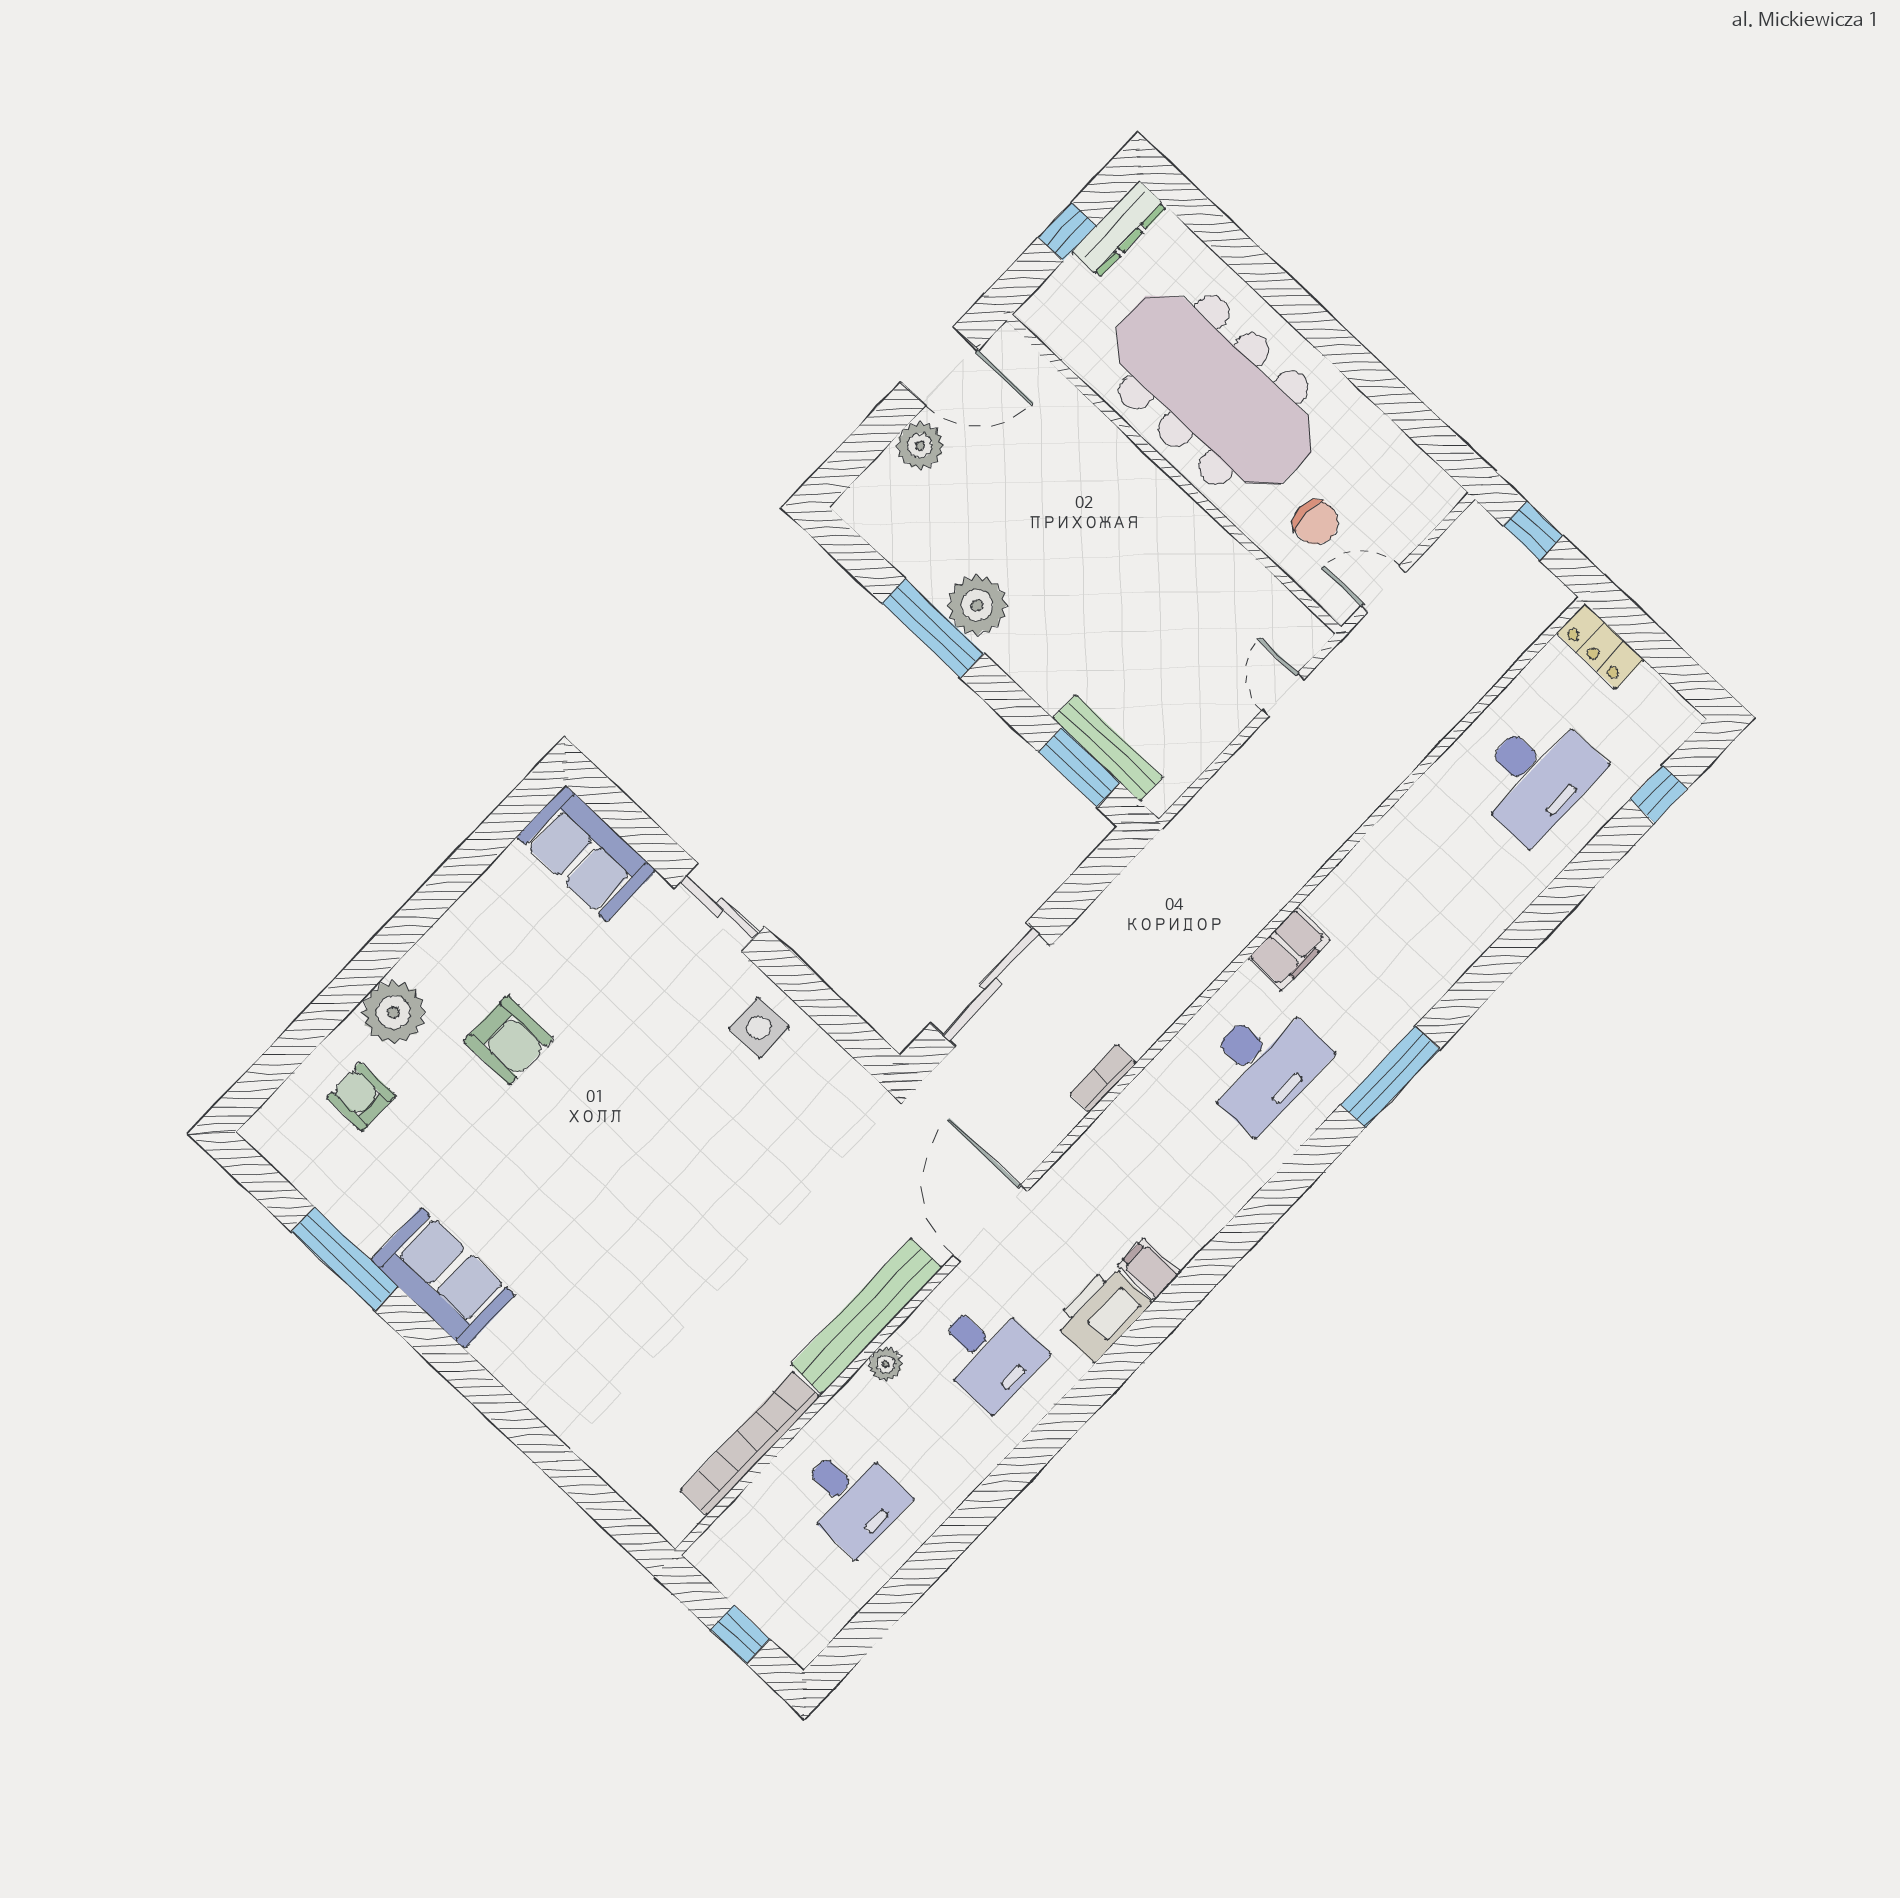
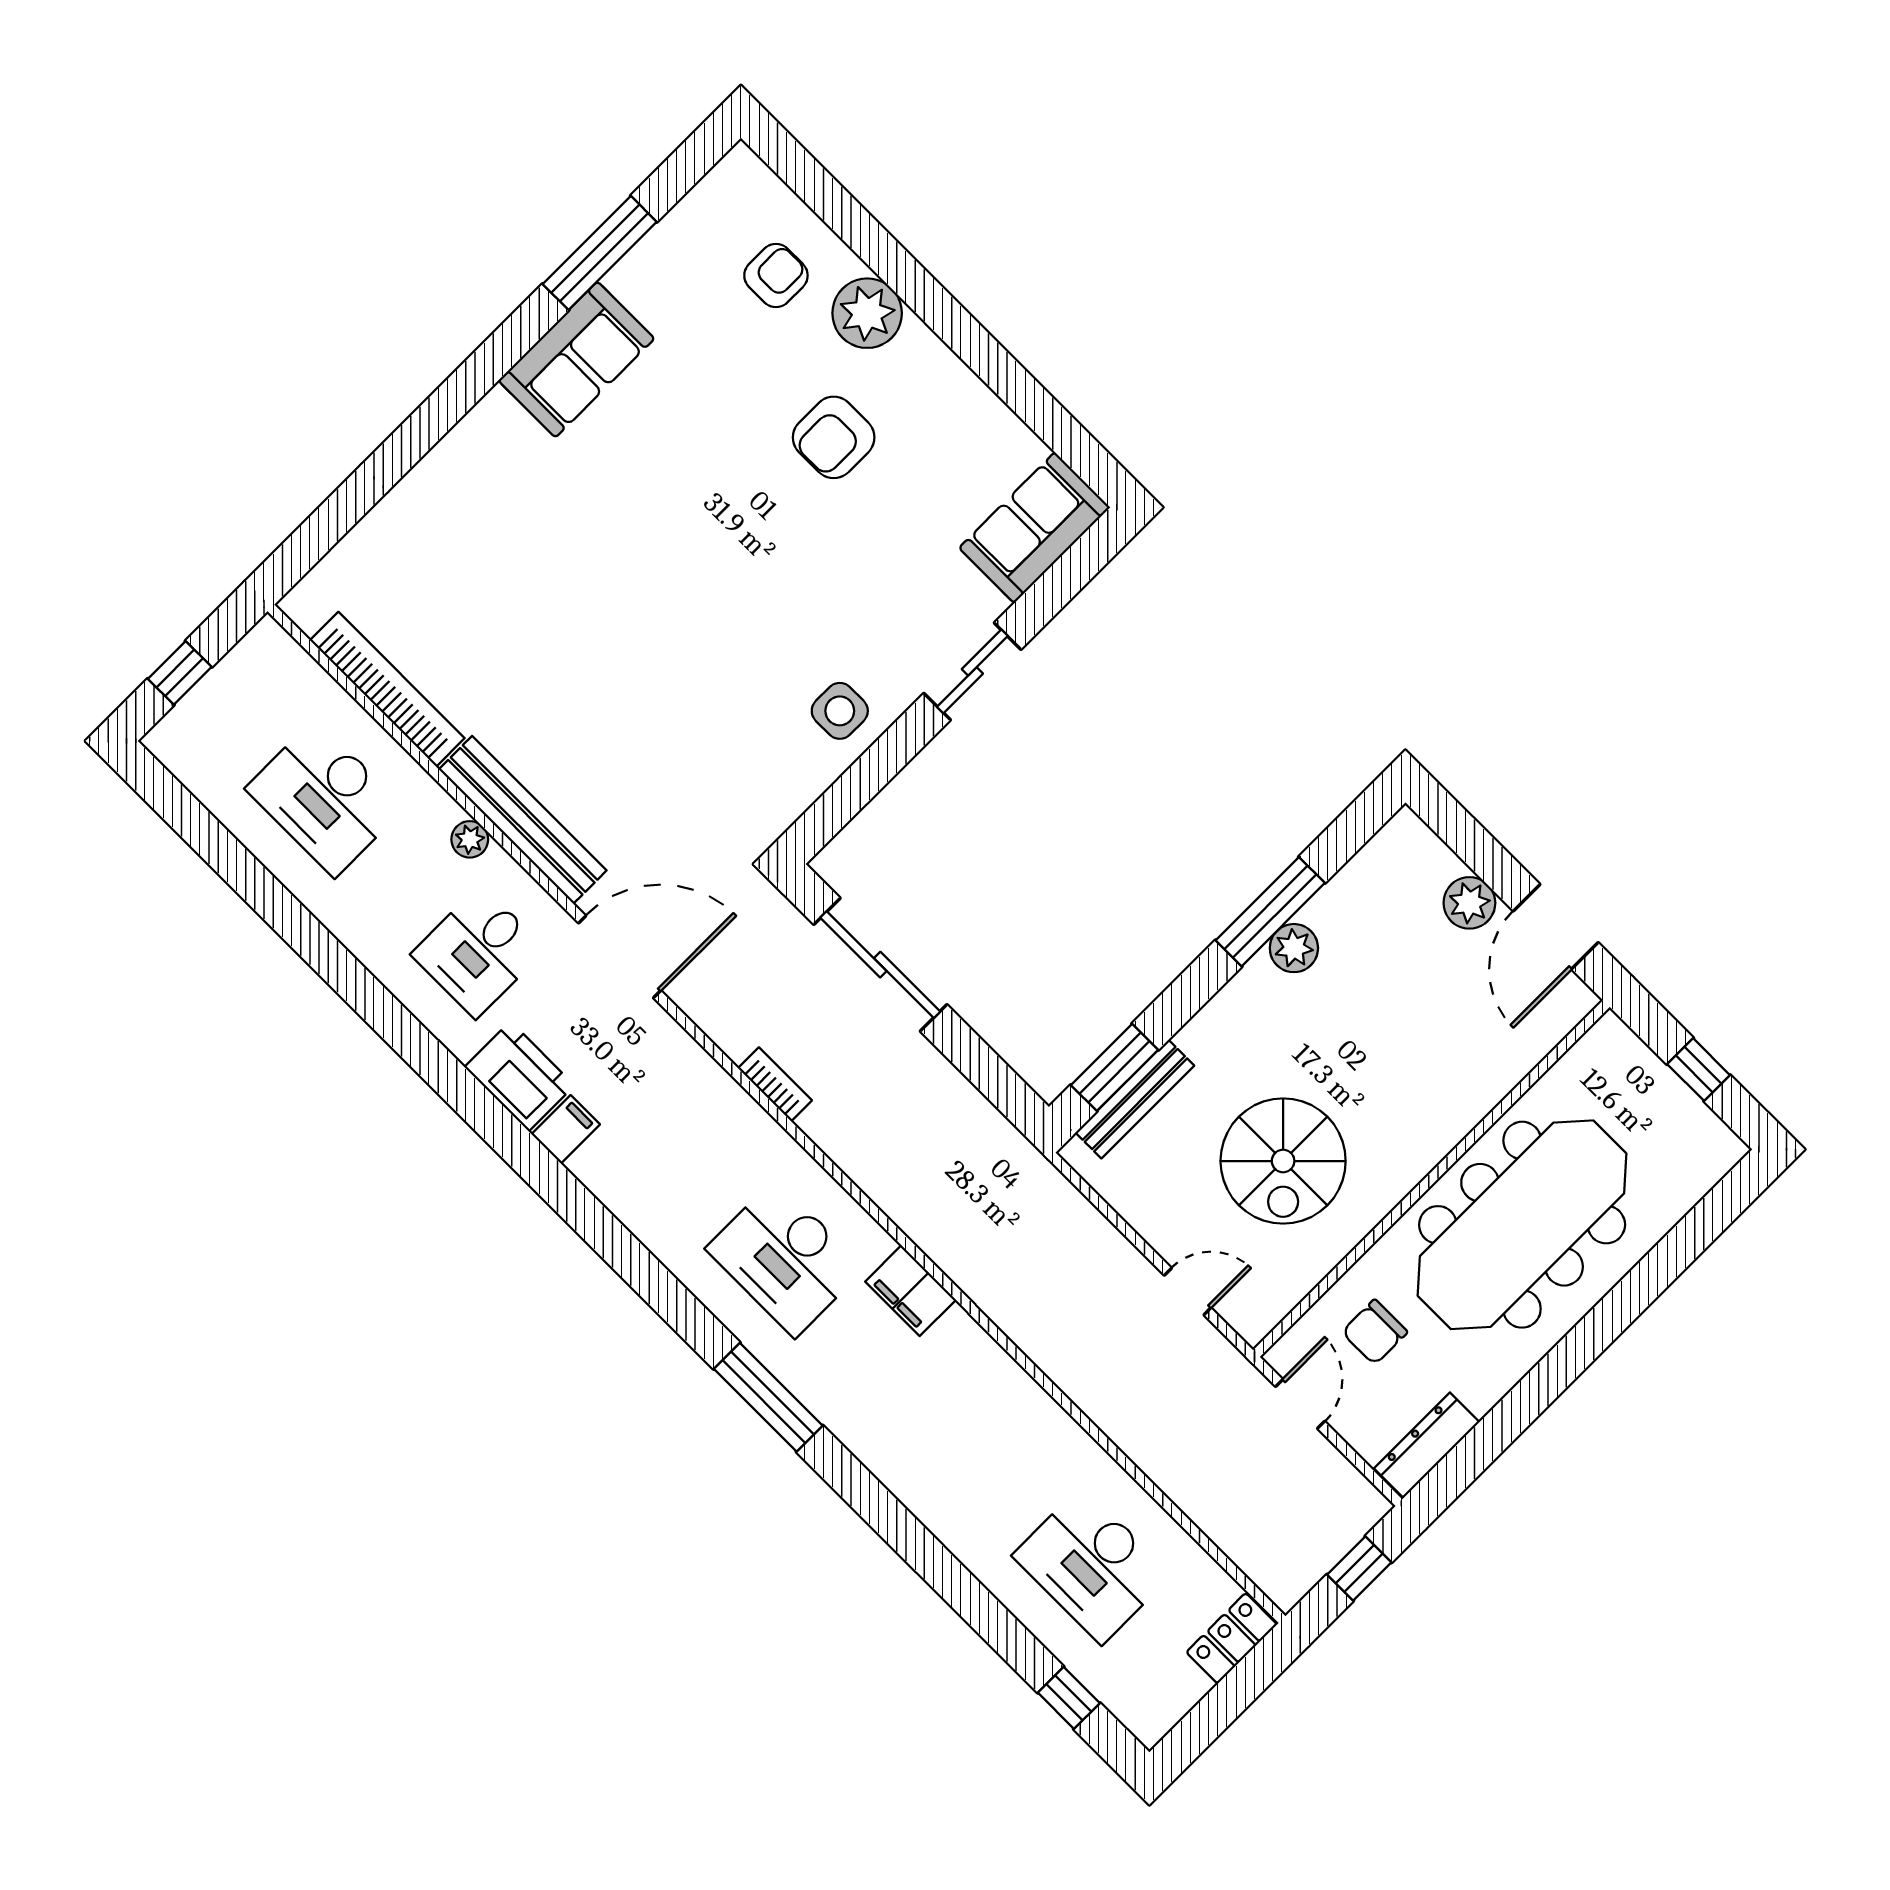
dresser: (1119, 229) -> (1427, 1445), moved, turned 90
plant: (977, 605) -> (1294, 948), width x0.73, depth x0.73
spiral stairs: (1161, 610) -> (1283, 1161), added
desk: (851, 1498) -> (325, 798), width x1.37

